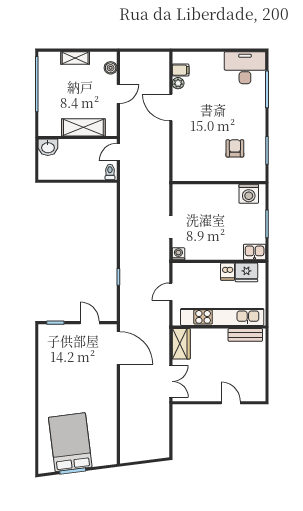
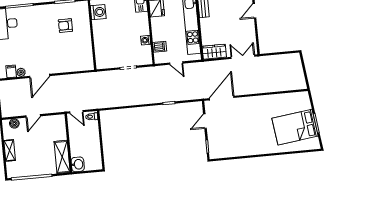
door: (118, 94) -> (33, 116), swing flipped
shelving: (83, 127) -> (62, 157), moved
washing machine: (178, 254) -> (146, 40), moved
dishwasher: (228, 272) -> (160, 47), moved

